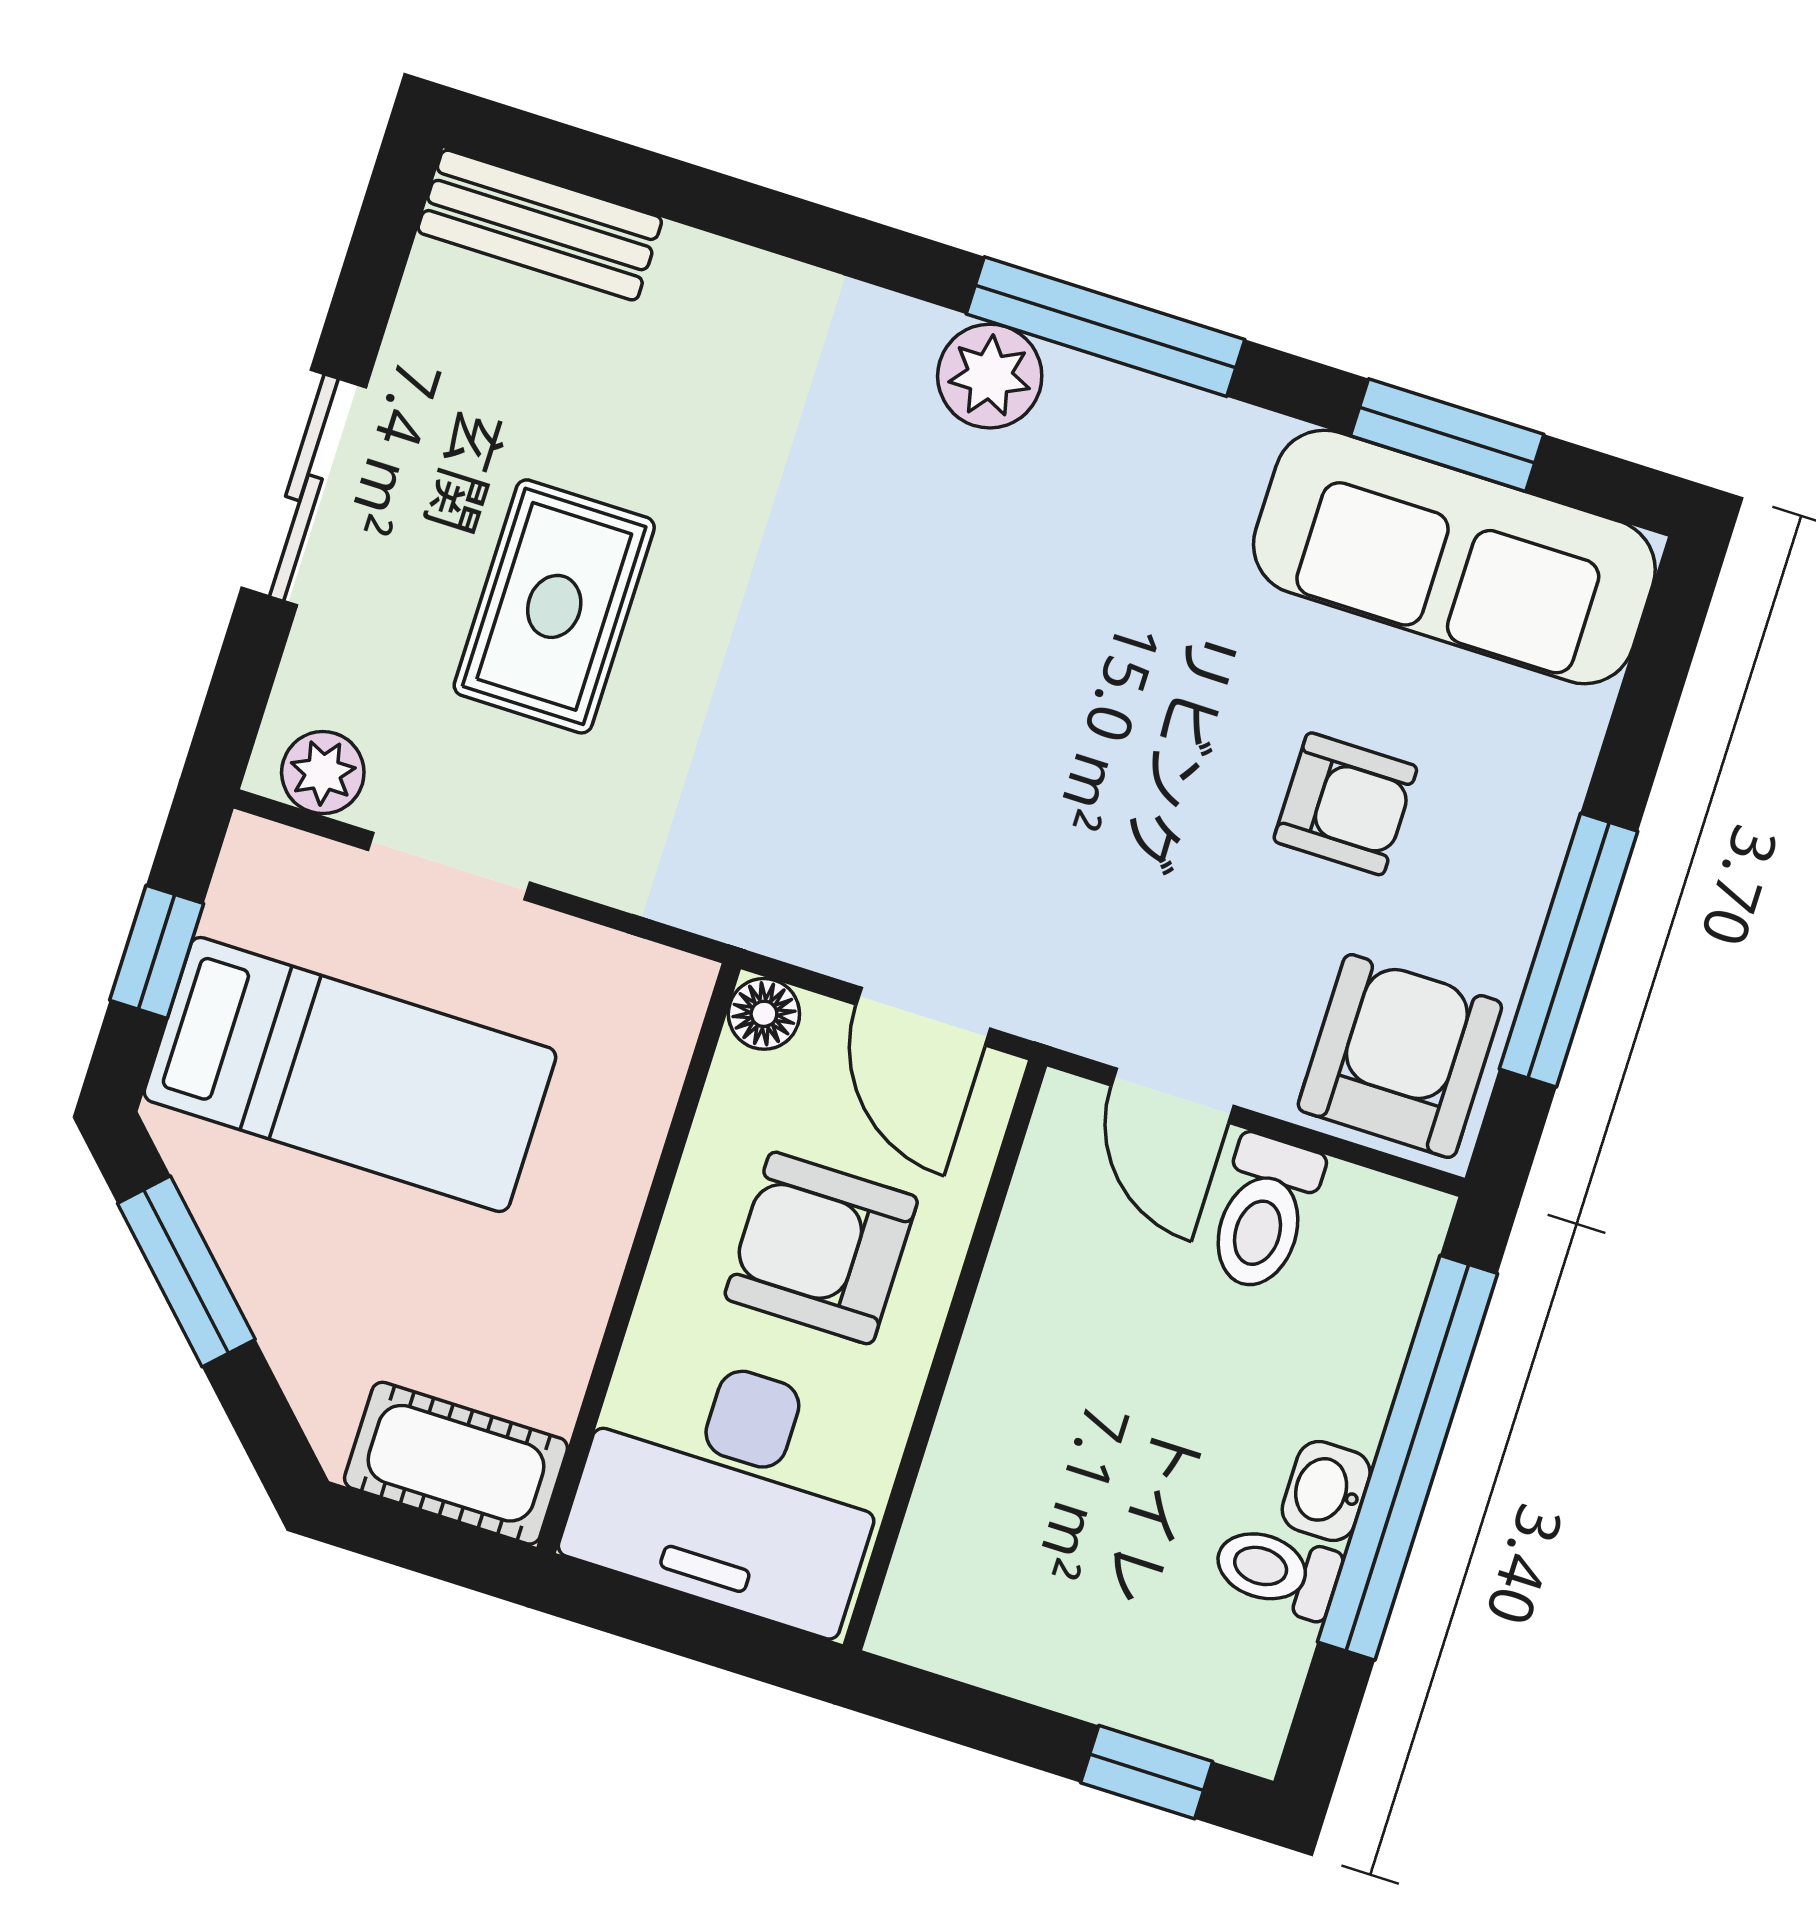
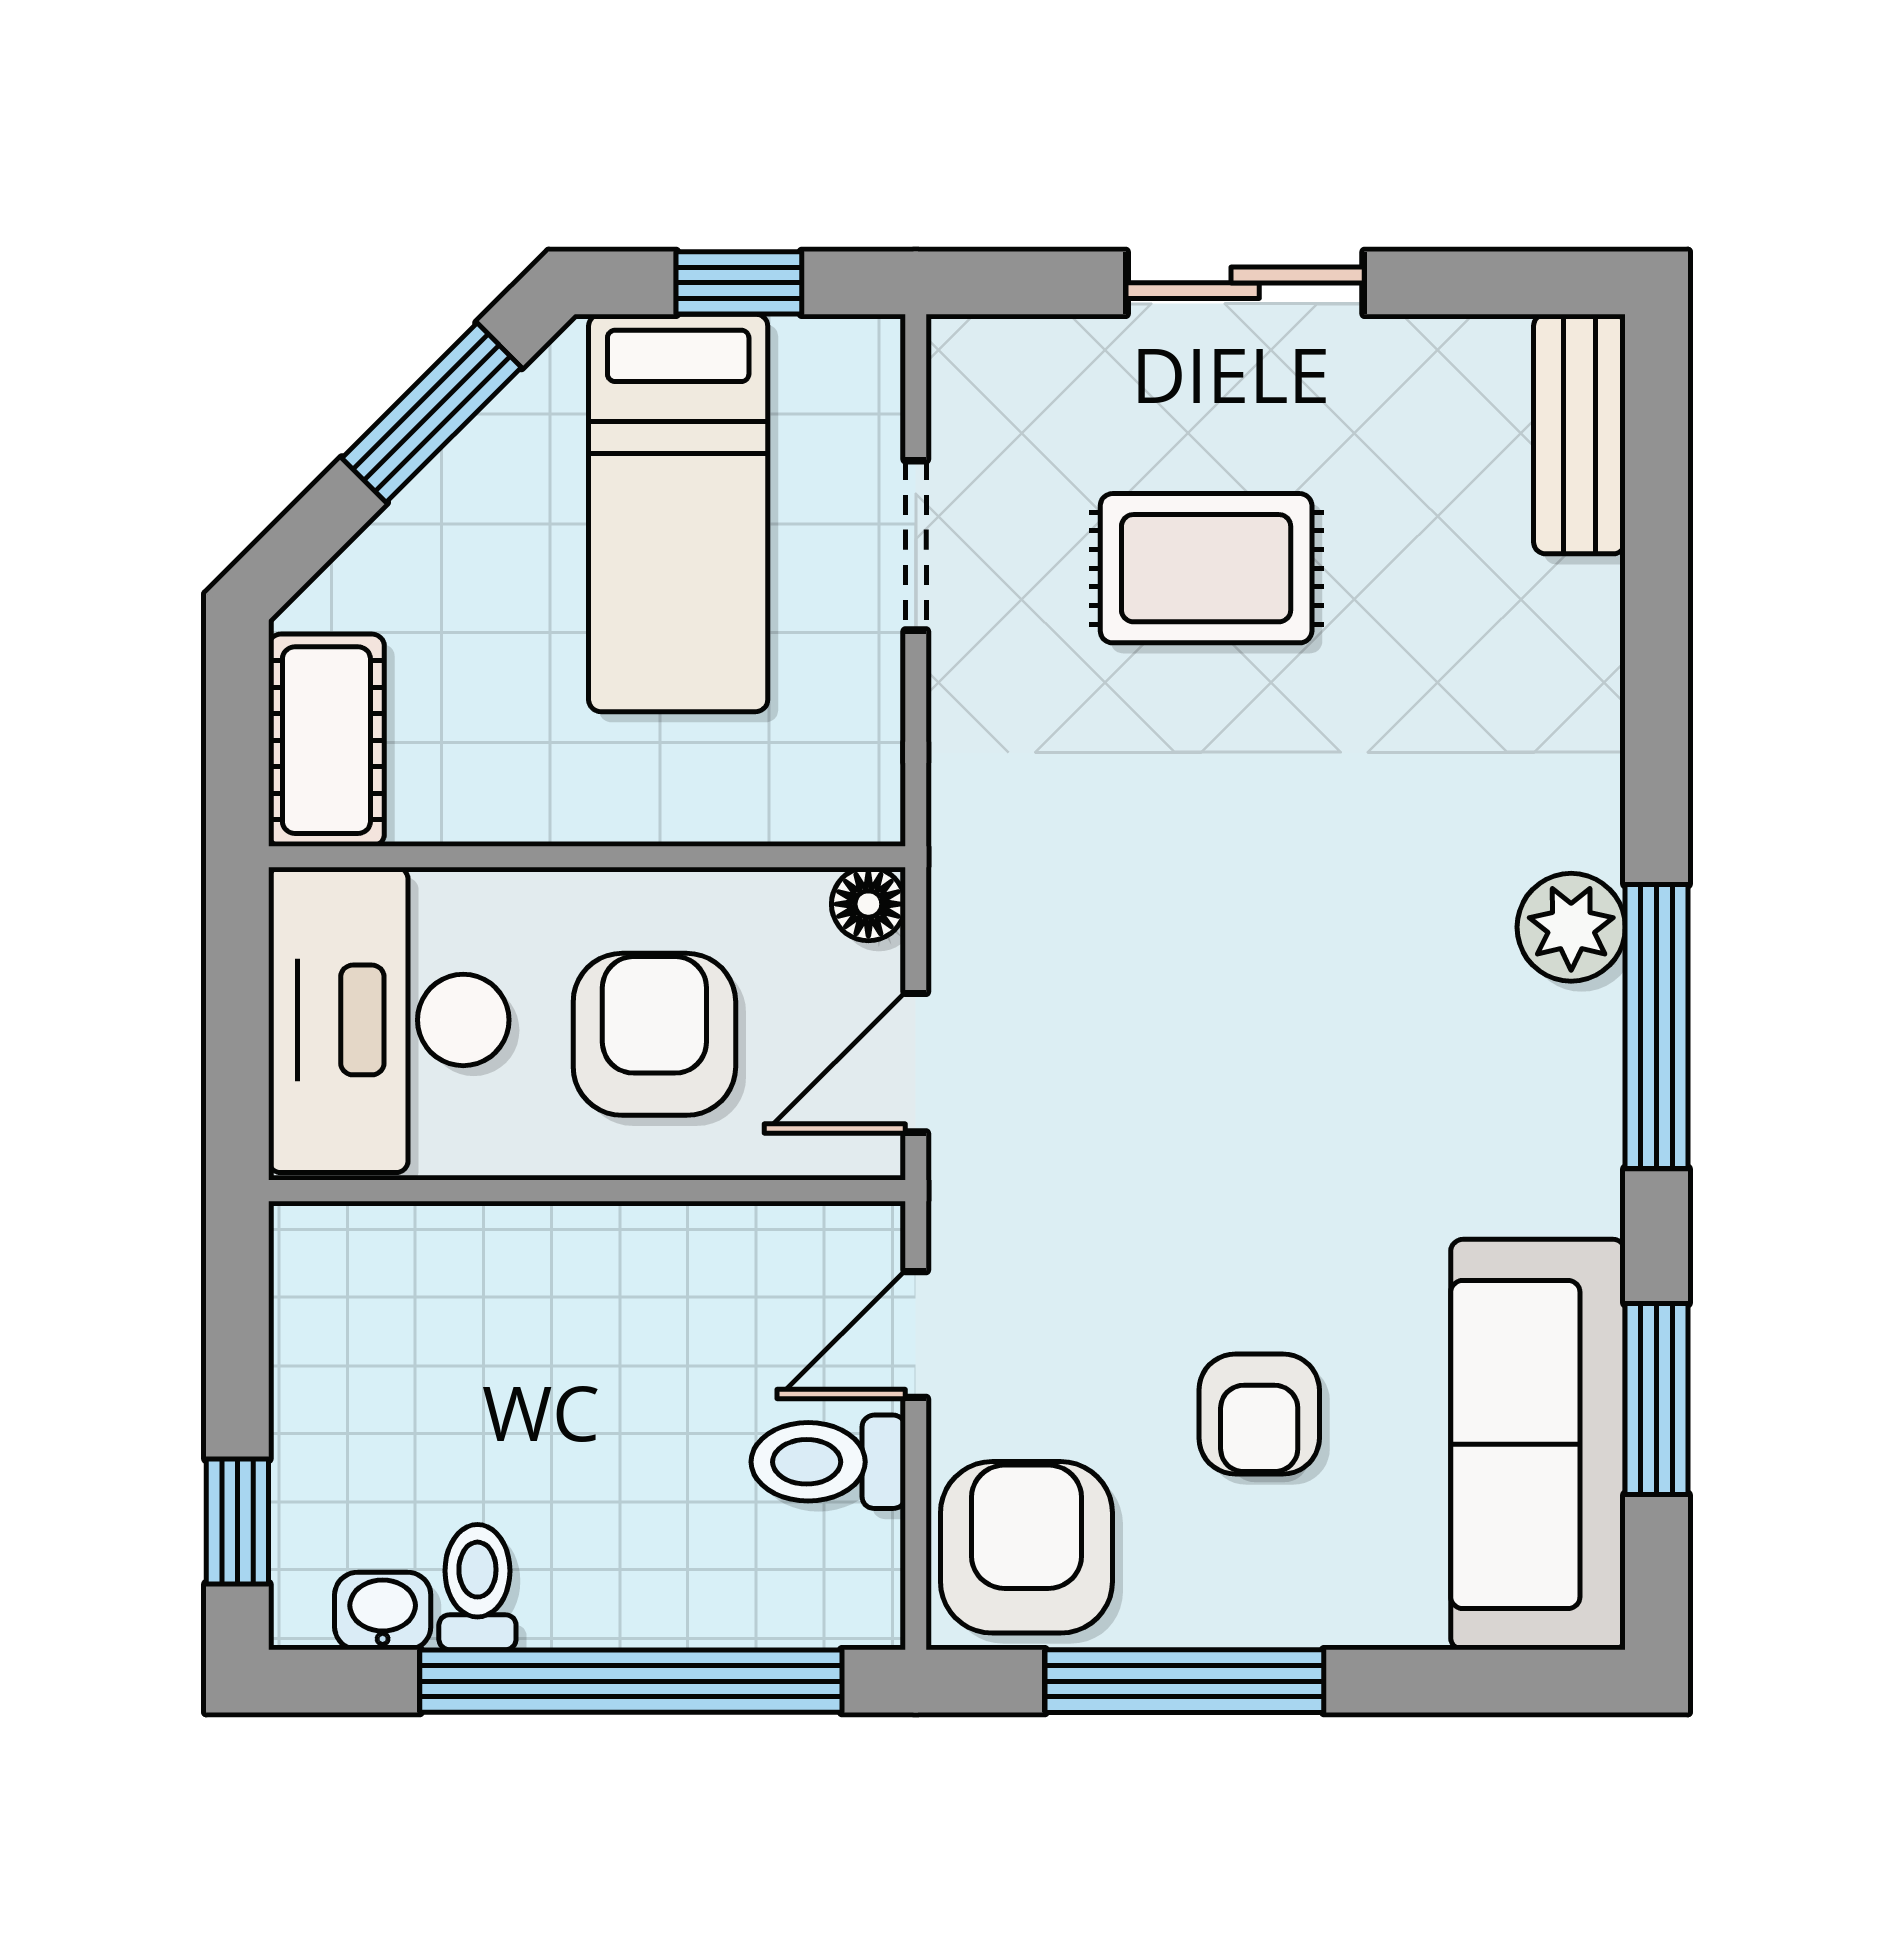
plant: (323, 773) -> (969, 391), removed
armchair: (1400, 1056) -> (1026, 1547), turned -90
washbasin: (1326, 1491) -> (383, 1611), moved

